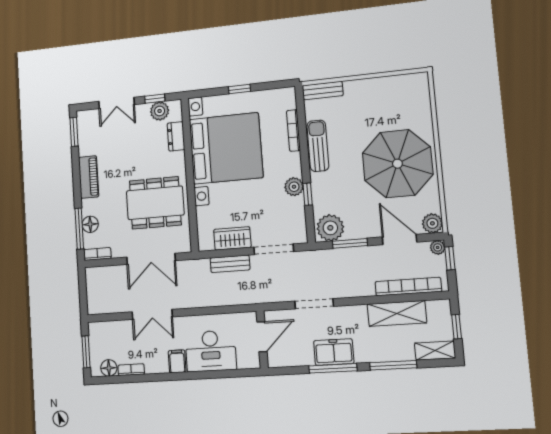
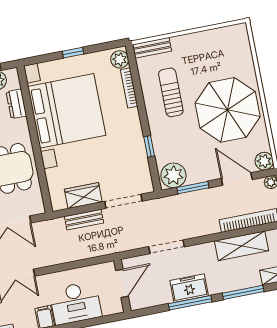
sun lounger: (318, 146) -> (171, 92), moved
plant: (294, 187) -> (120, 59), moved

